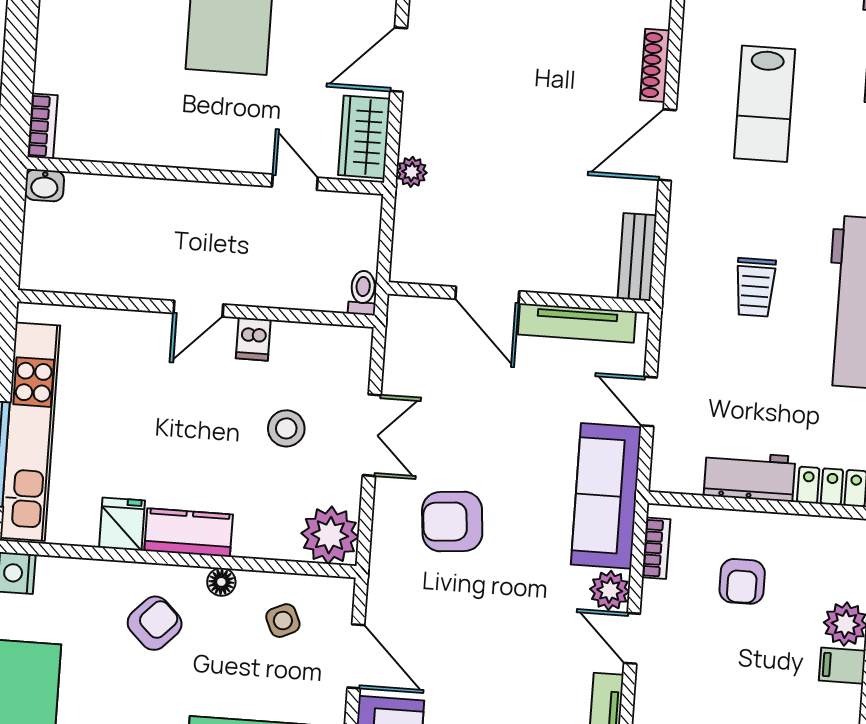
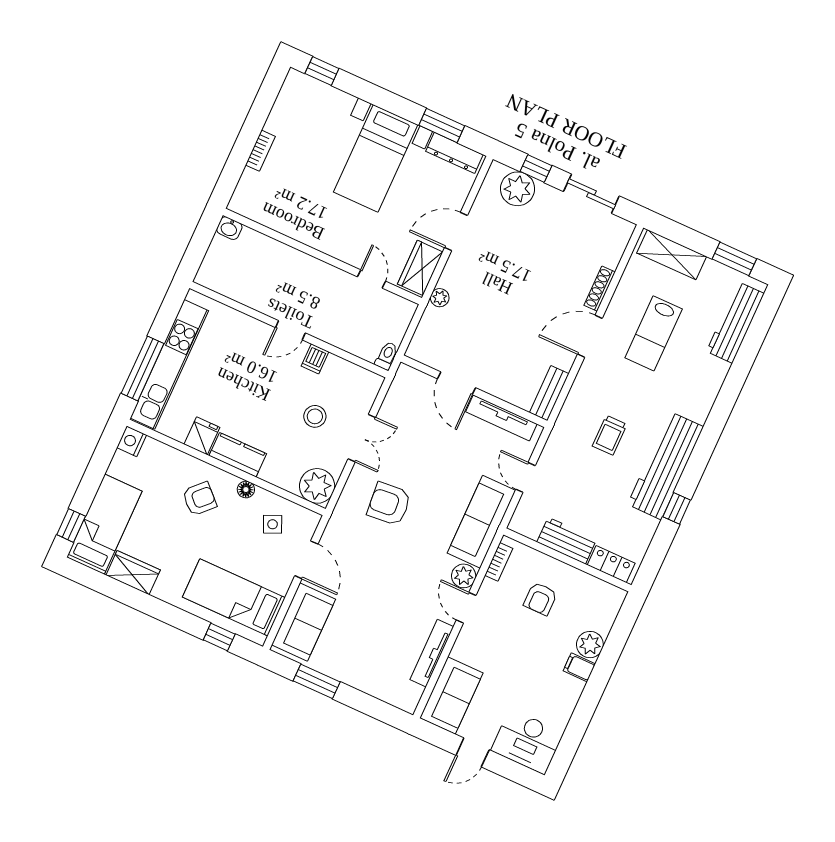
bookcase: (42, 126) -> (260, 151), moved

